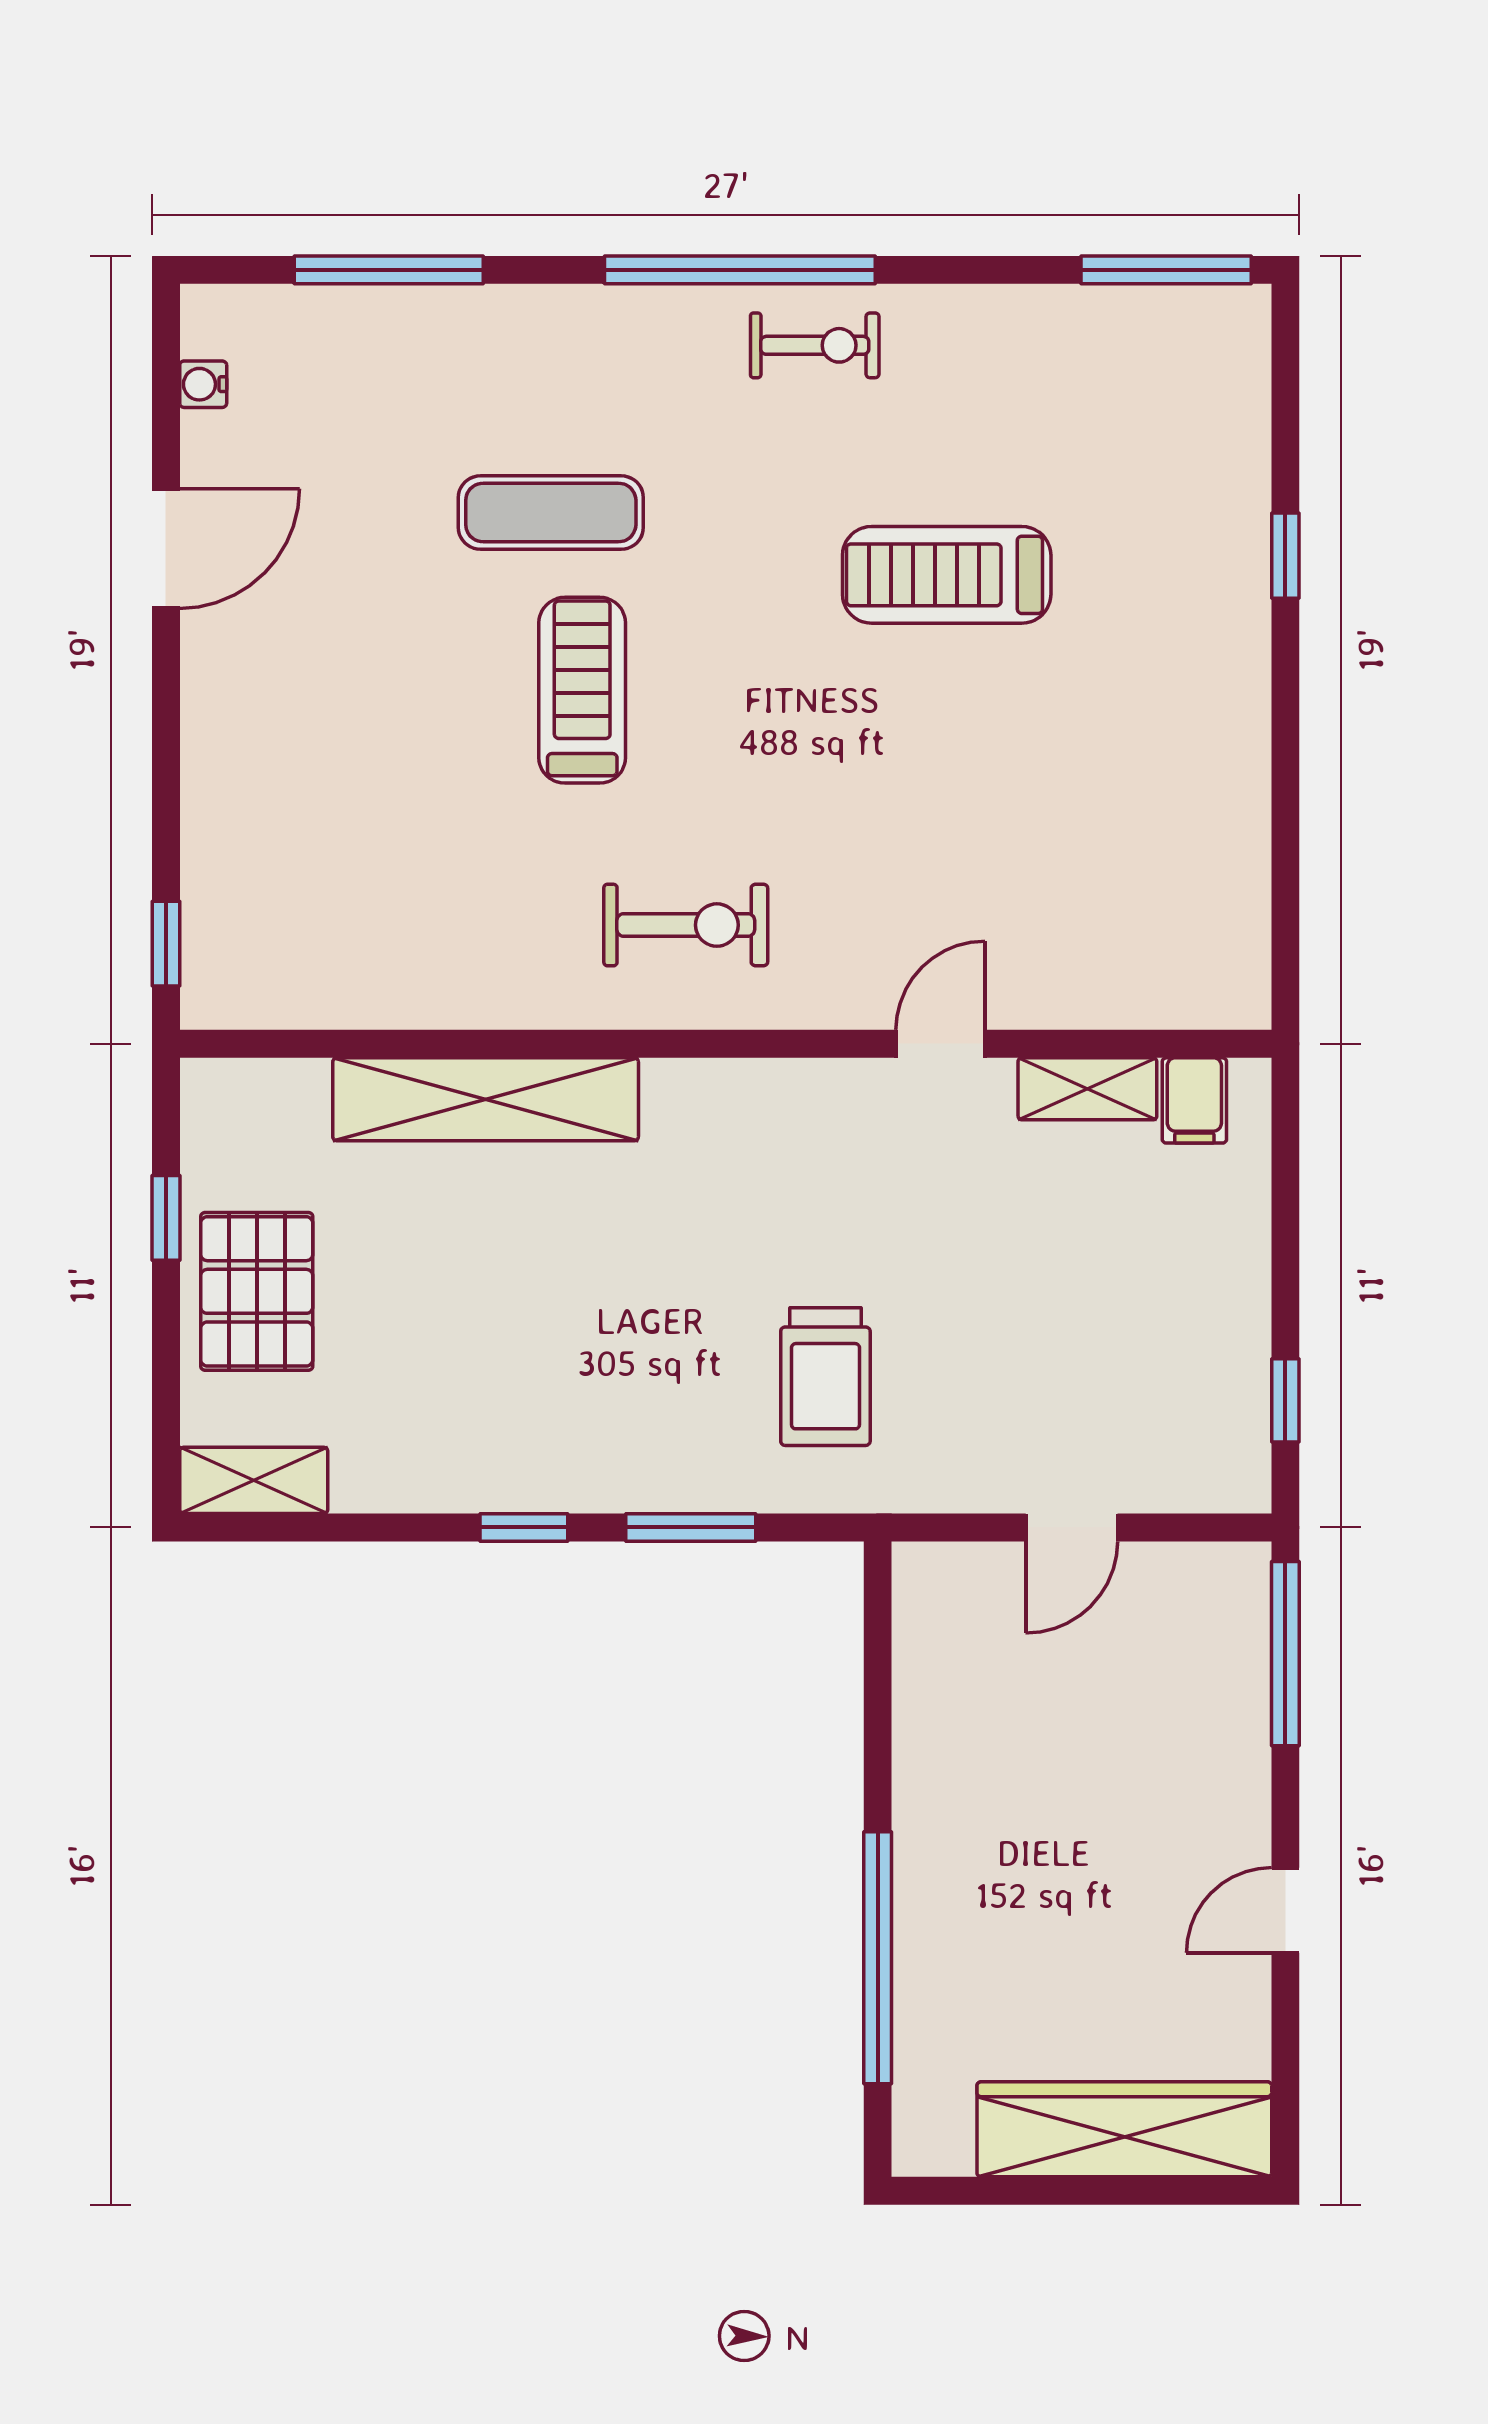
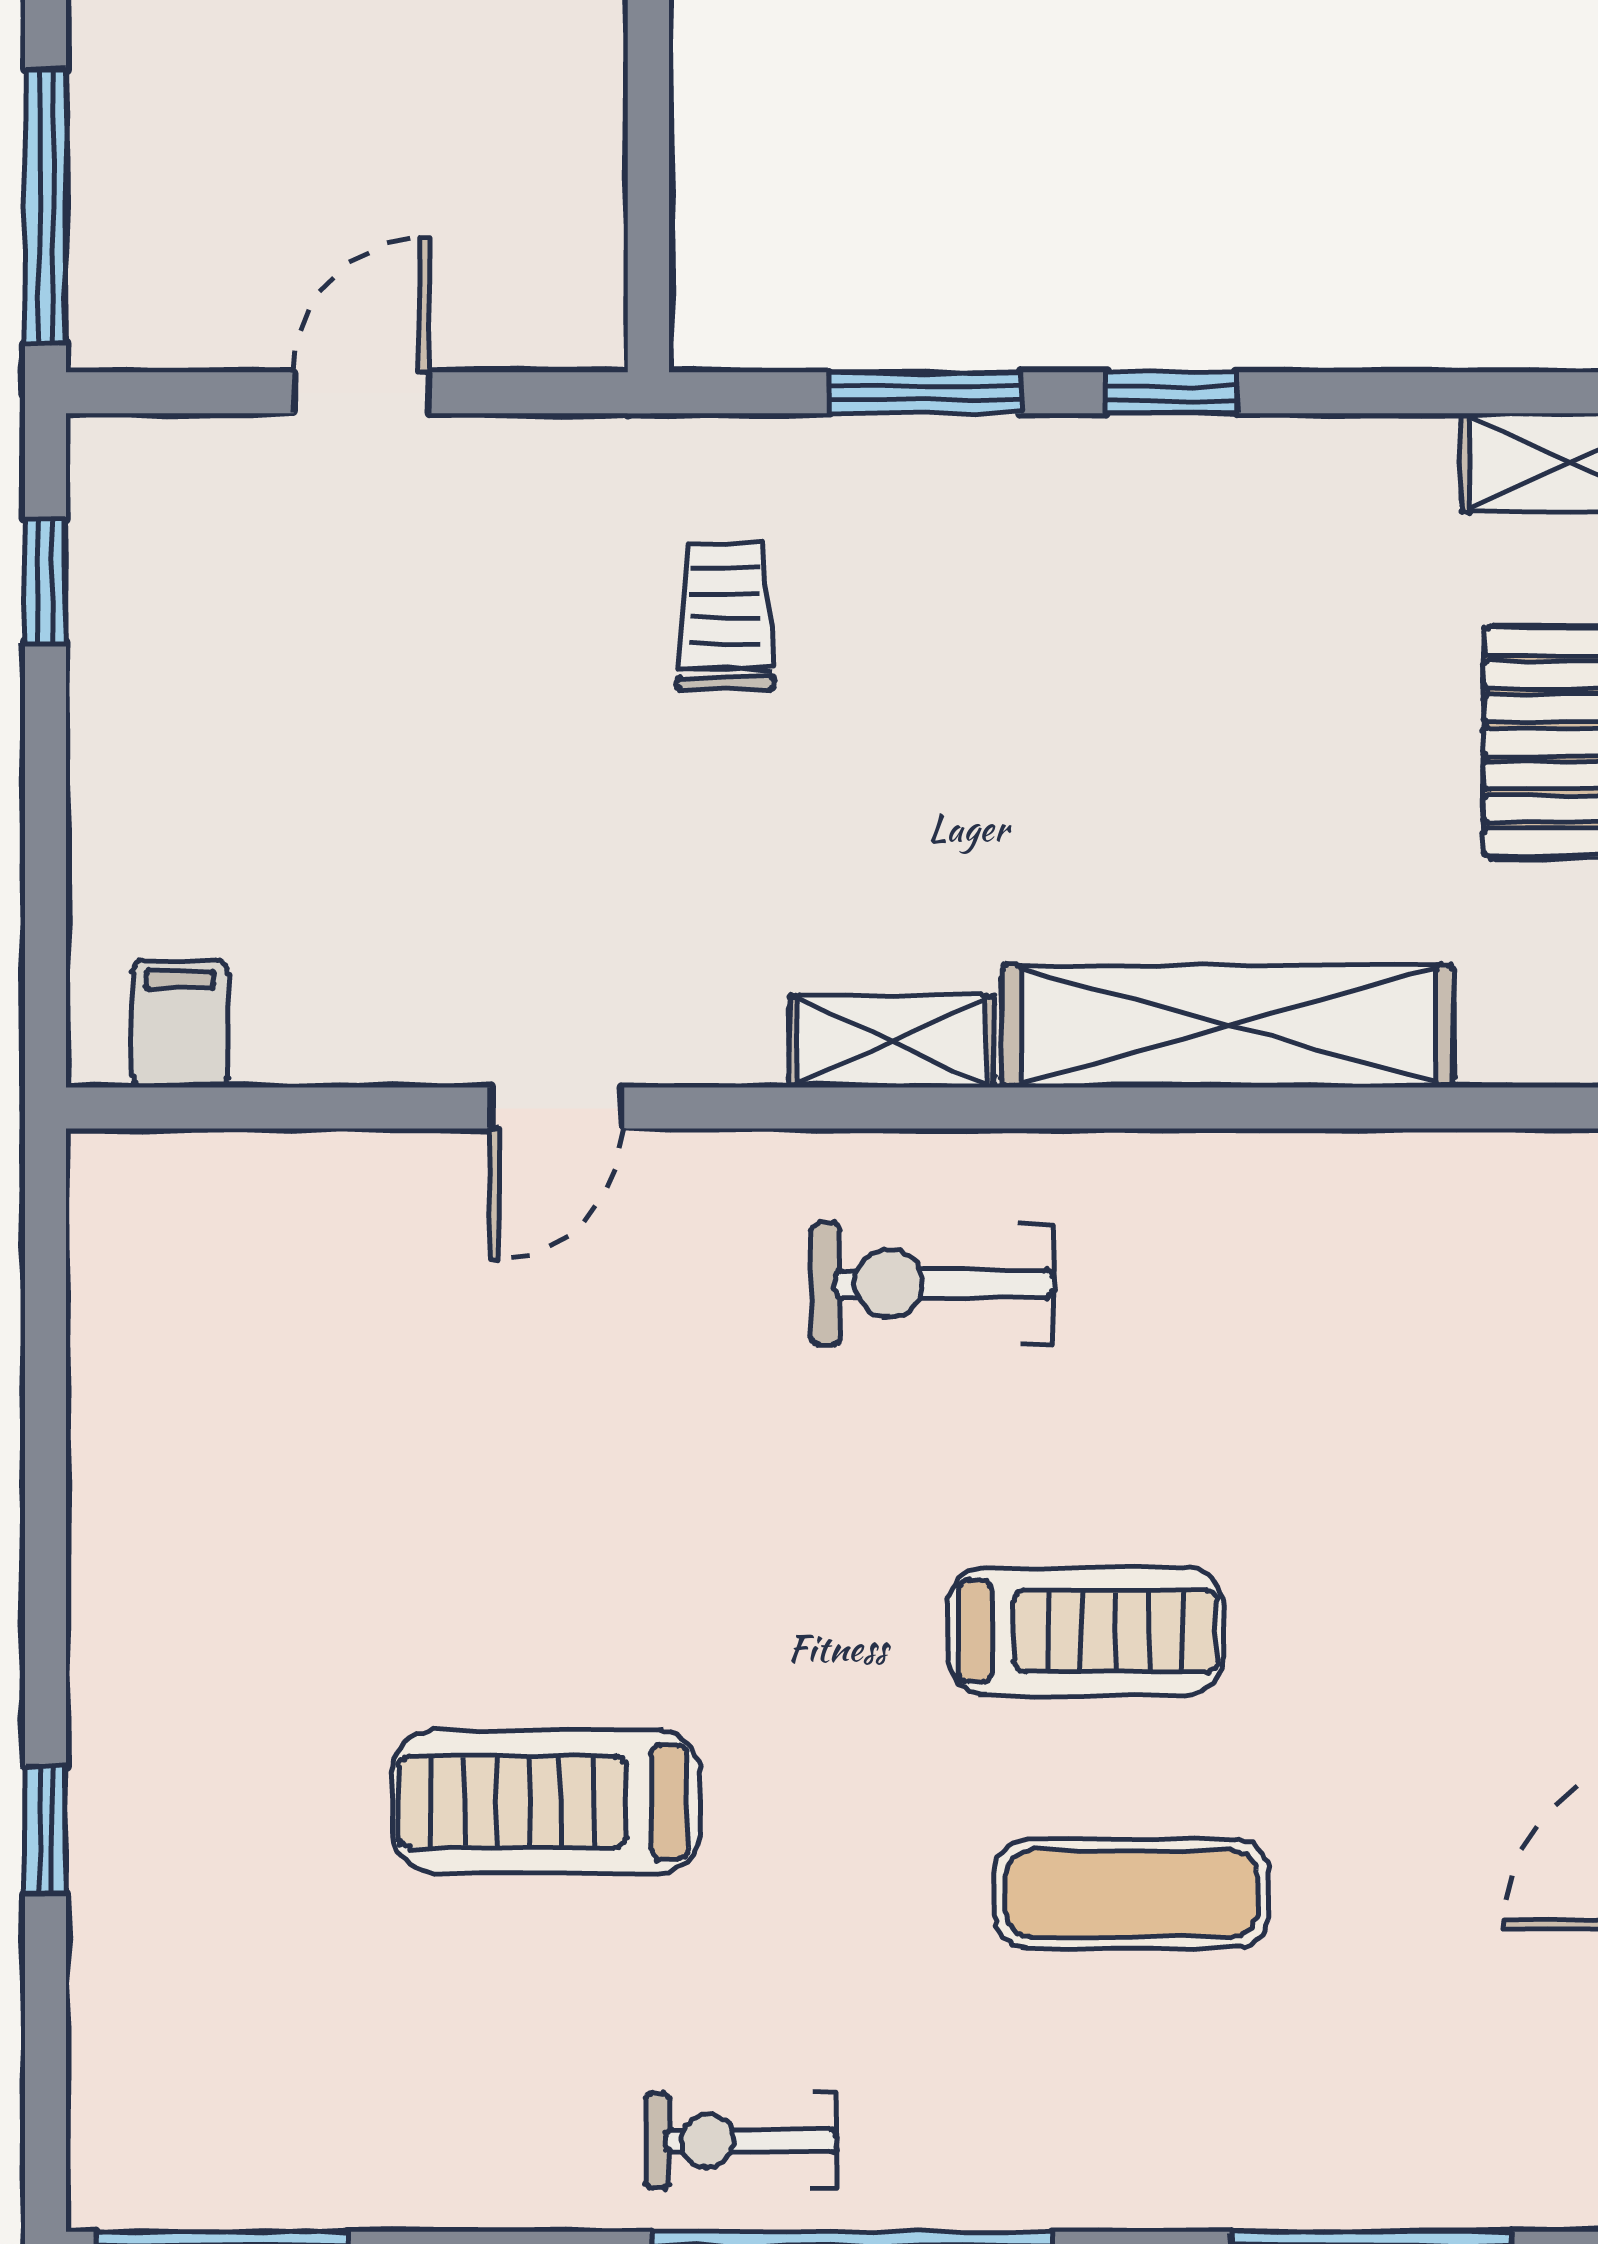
treadmill: (947, 575) -> (546, 1802), turned 180
treadmill: (582, 690) -> (1085, 1631), turned -90
shelving: (1087, 1089) -> (892, 1041), moved
trolley: (825, 1377) -> (726, 616), width x0.73, depth x0.72

